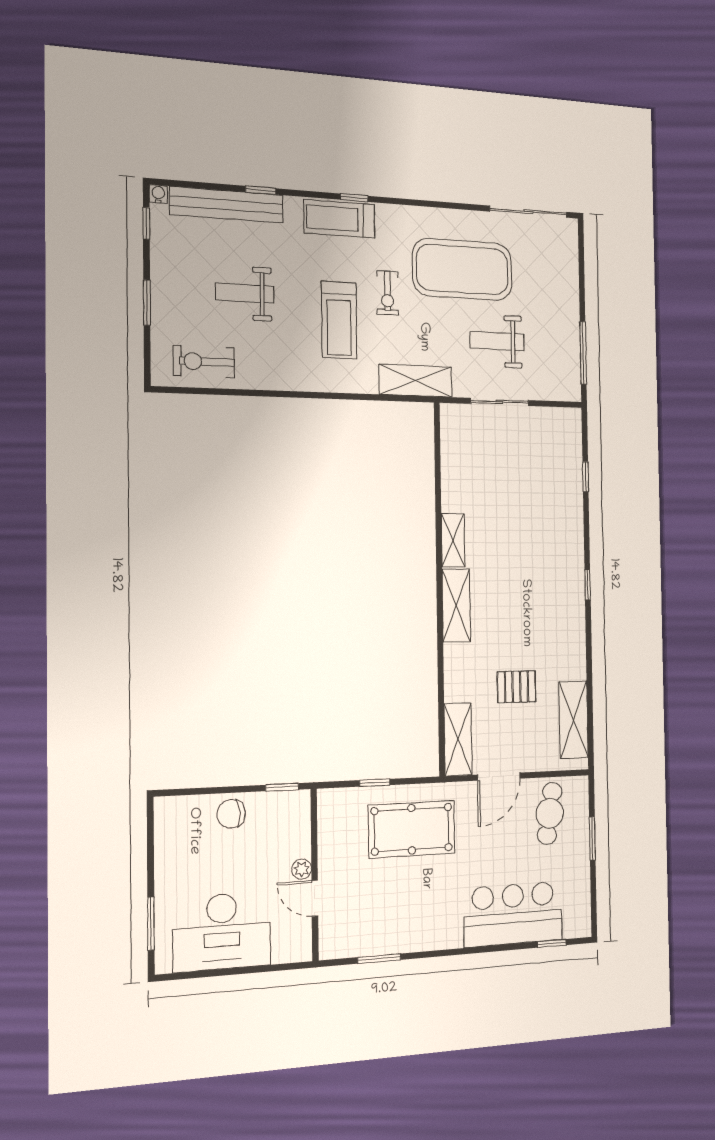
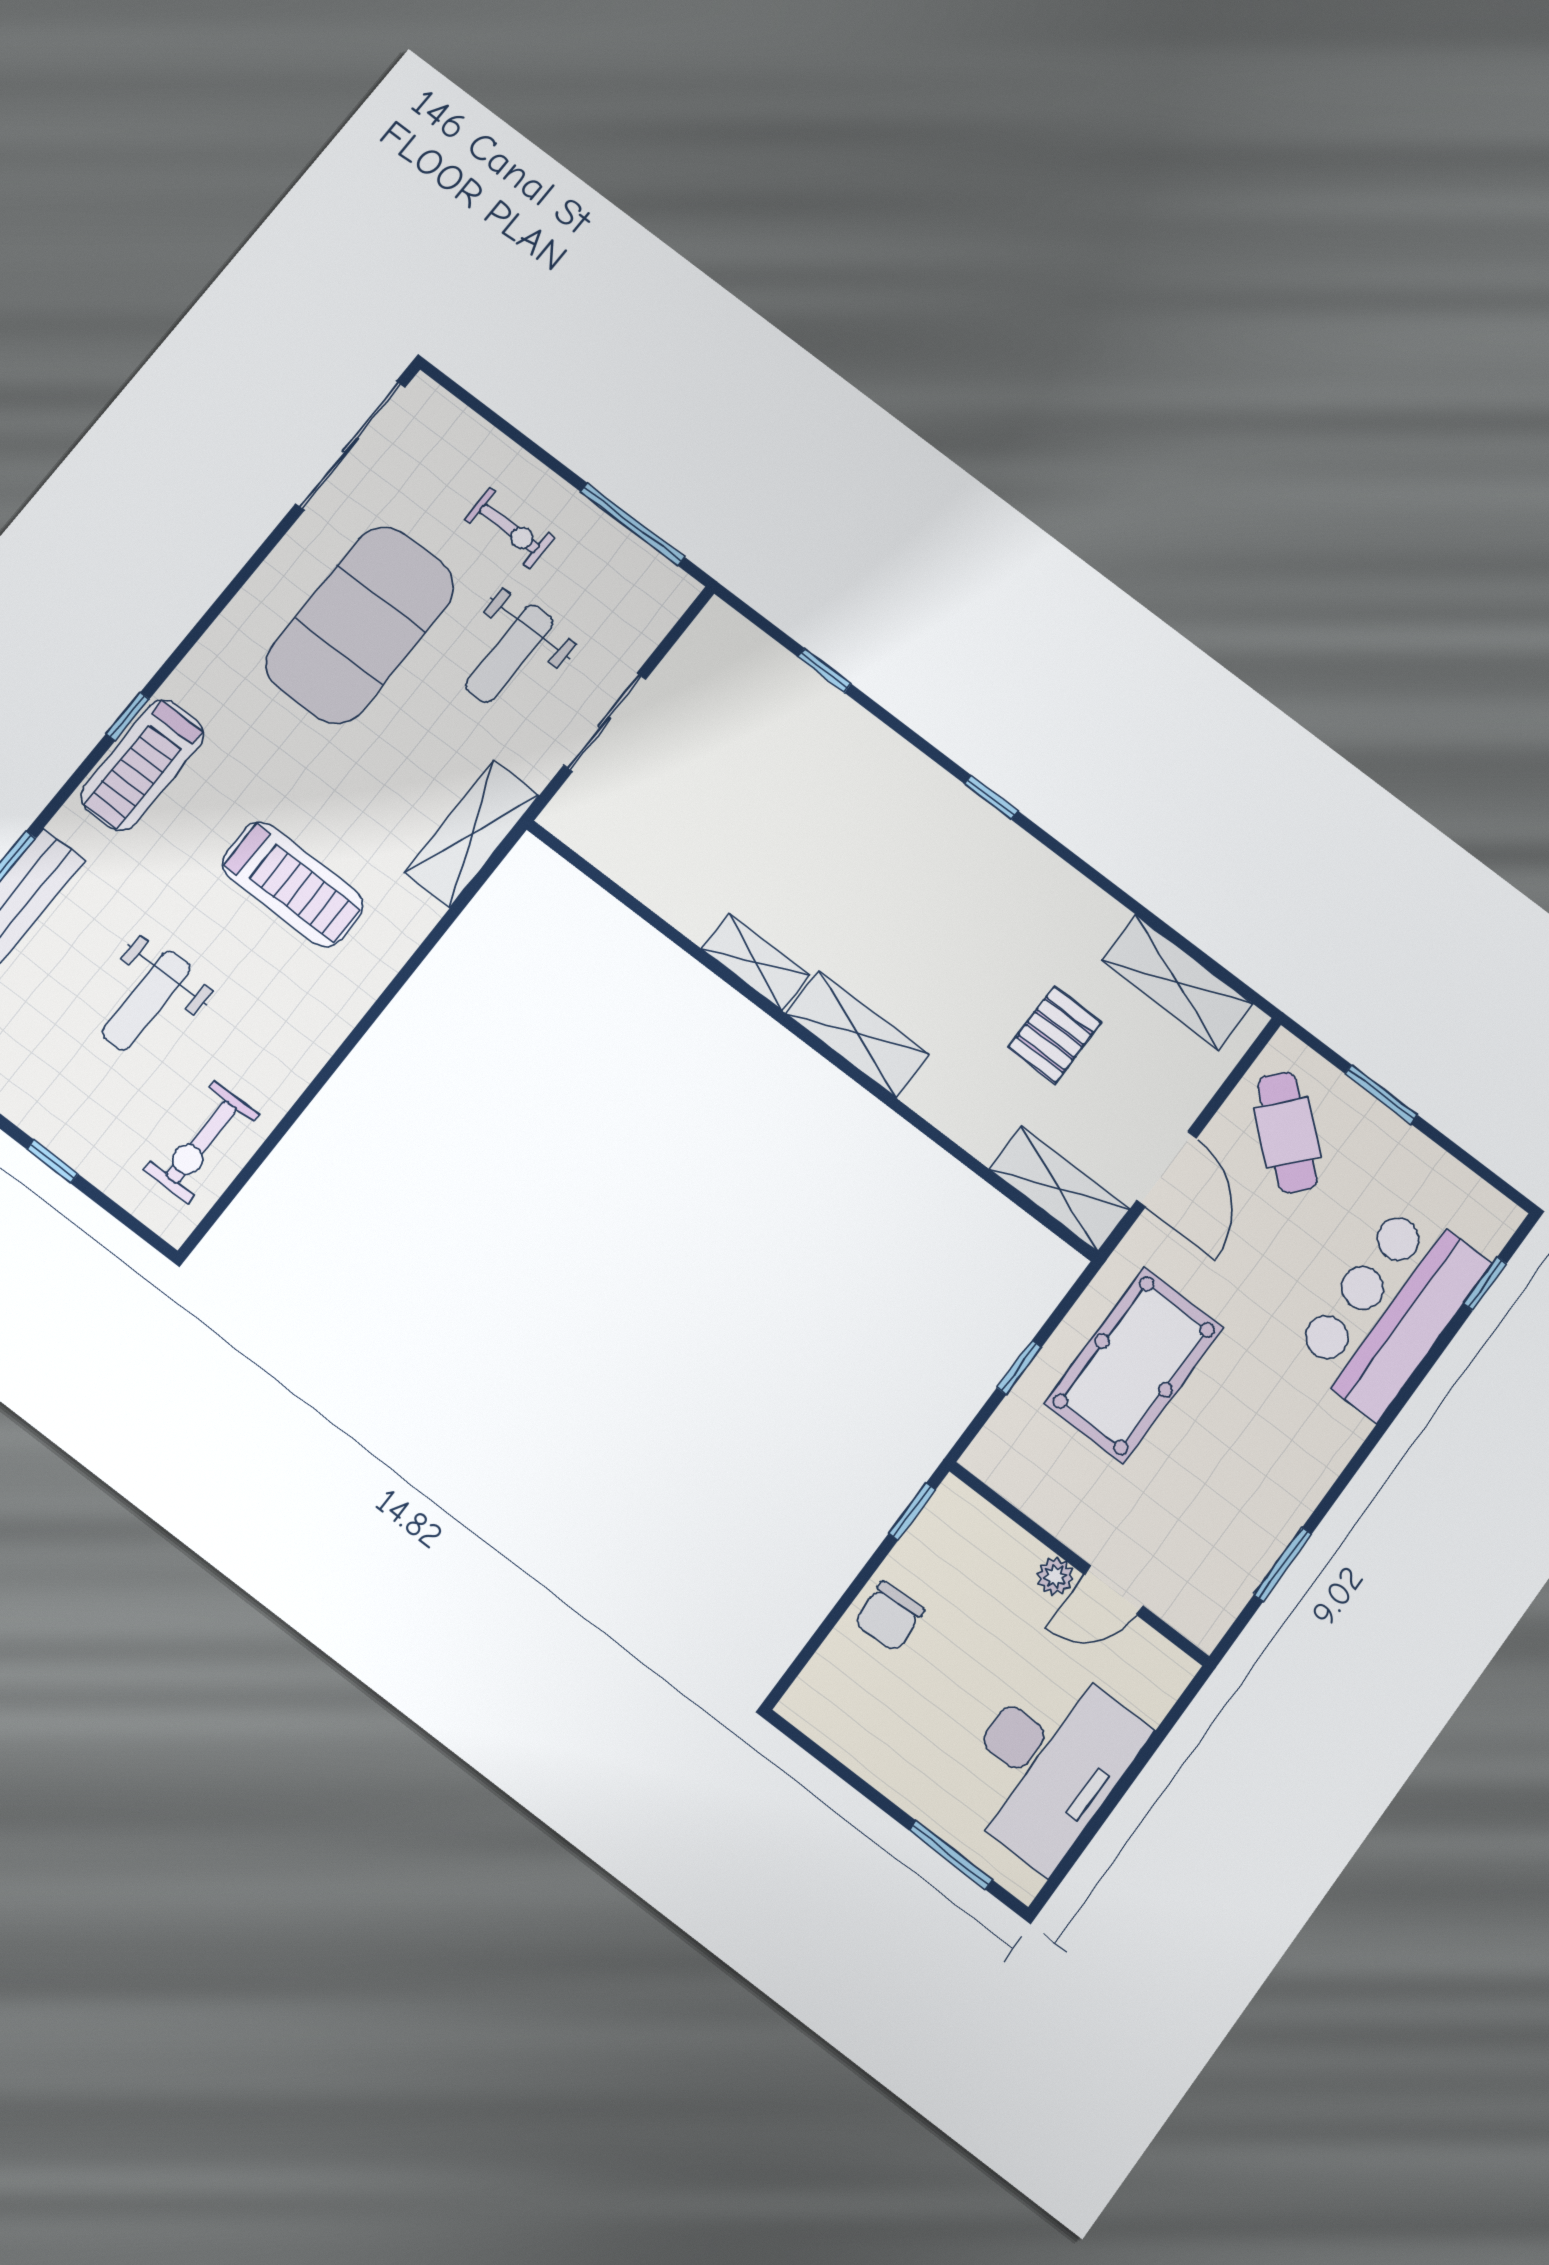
exercise bike: (388, 293) -> (510, 528), moved
window: (147, 303) -> (52, 1161), width x0.67
cafe table: (550, 813) -> (1287, 1132), turned 33

